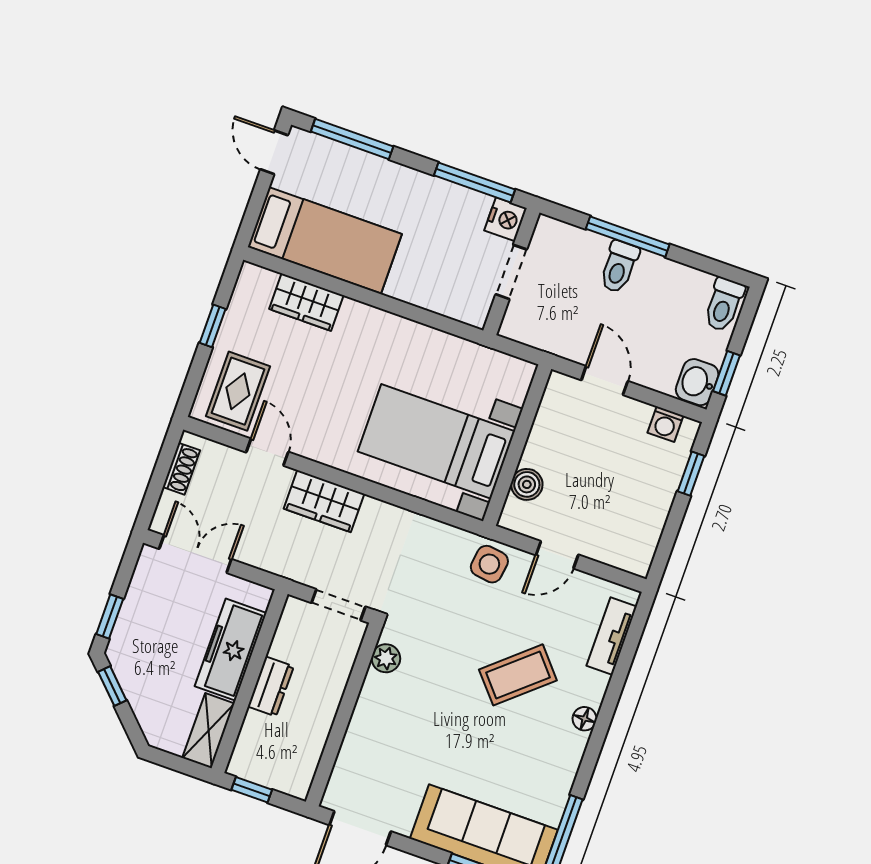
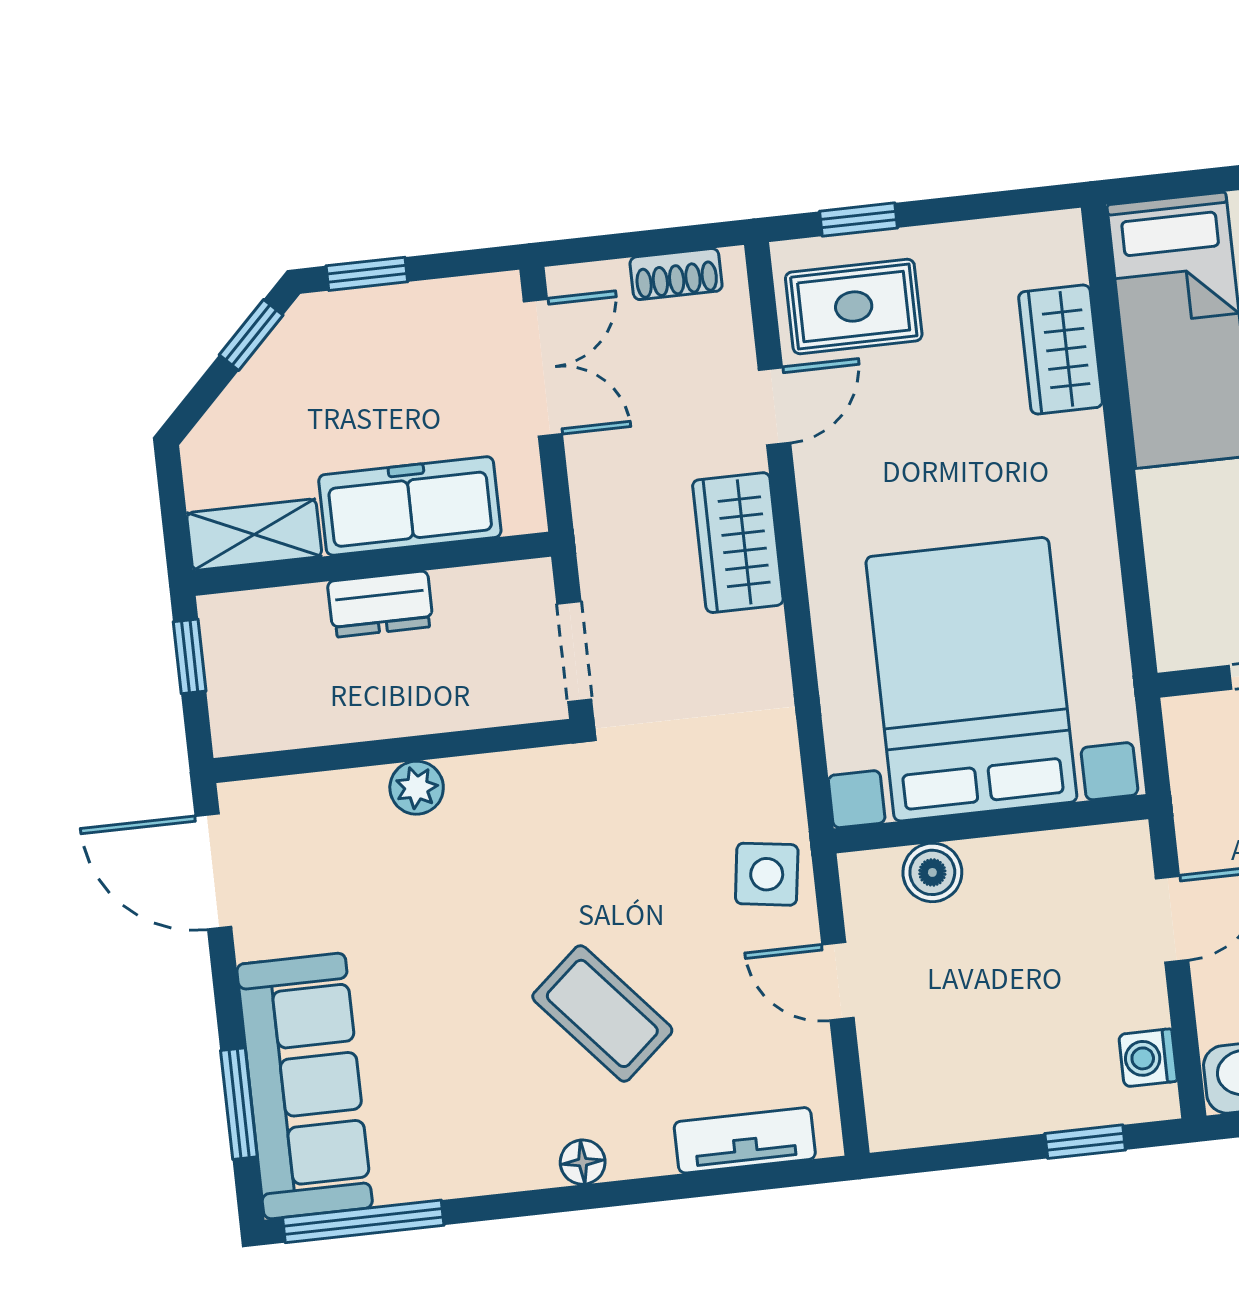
window: (213, 326) -> (858, 220), moved
bed with nightstands: (436, 441) -> (971, 679), width x1.36
plant: (386, 658) -> (417, 788), moved

